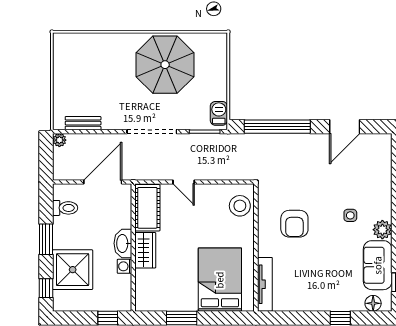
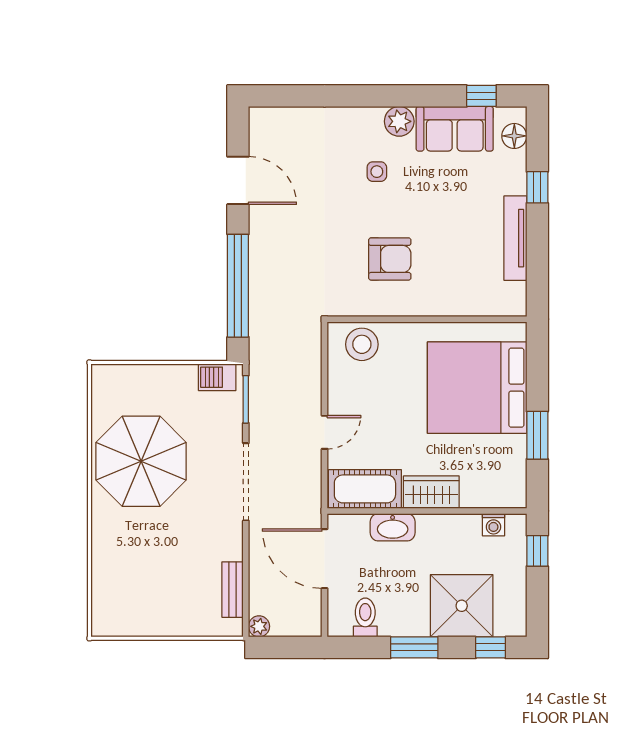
washbasin: (123, 243) -> (393, 527), moved
washing machine: (124, 266) -> (493, 525), moved
bed: (220, 280) -> (477, 388), width x1.36
tv unit: (265, 284) -> (515, 238), moved, turned -90

